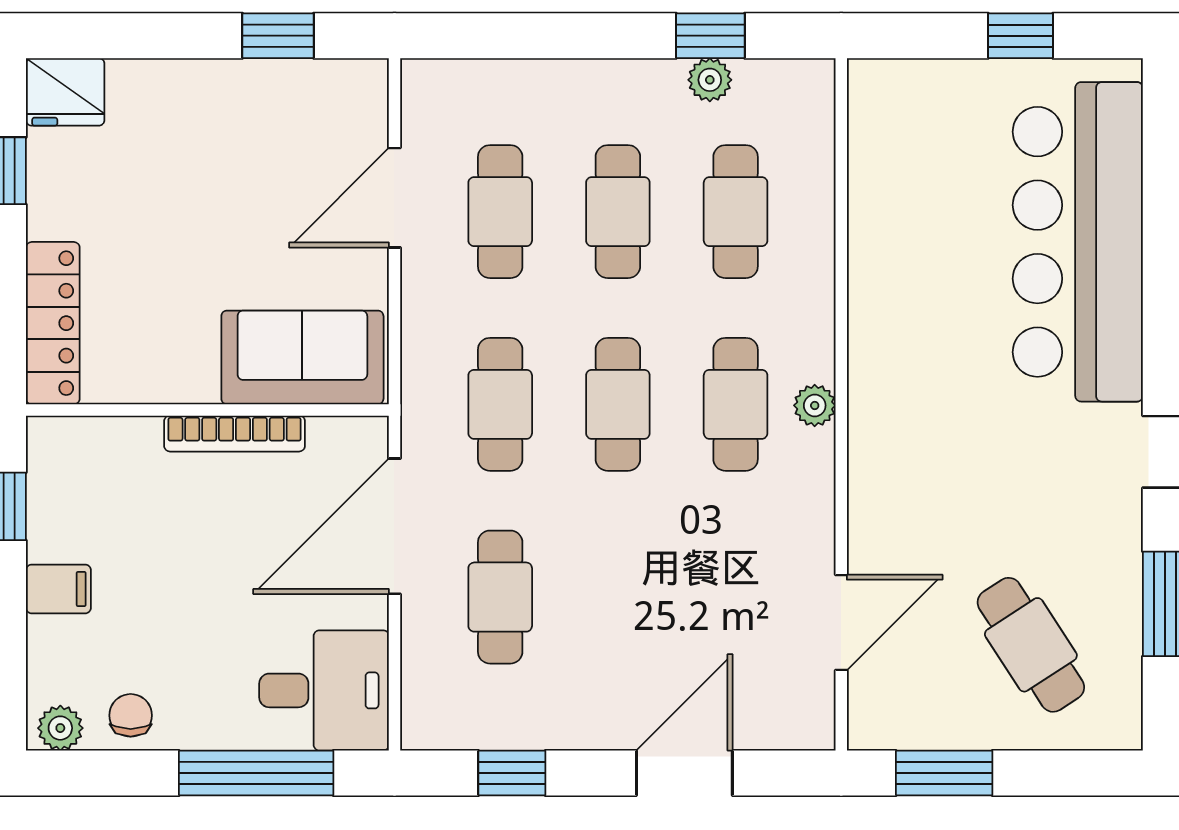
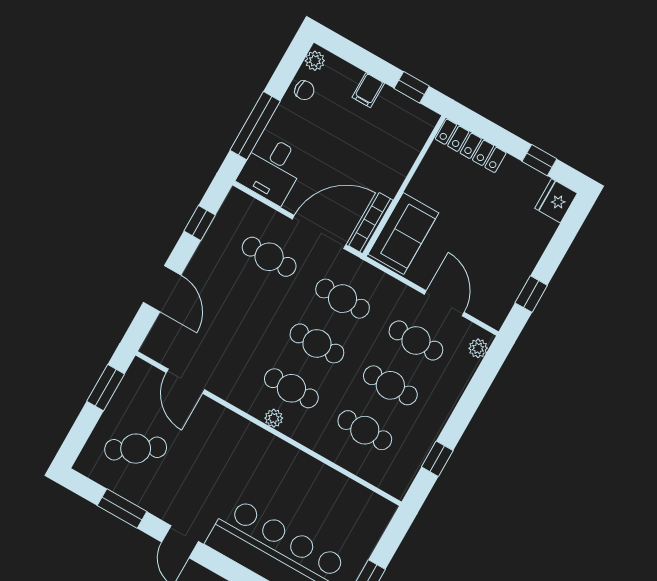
plant: (710, 80) -> (478, 348), moved
bookcase: (235, 434) -> (371, 223), moved
door: (394, 526) -> (319, 232), hinge flipped

